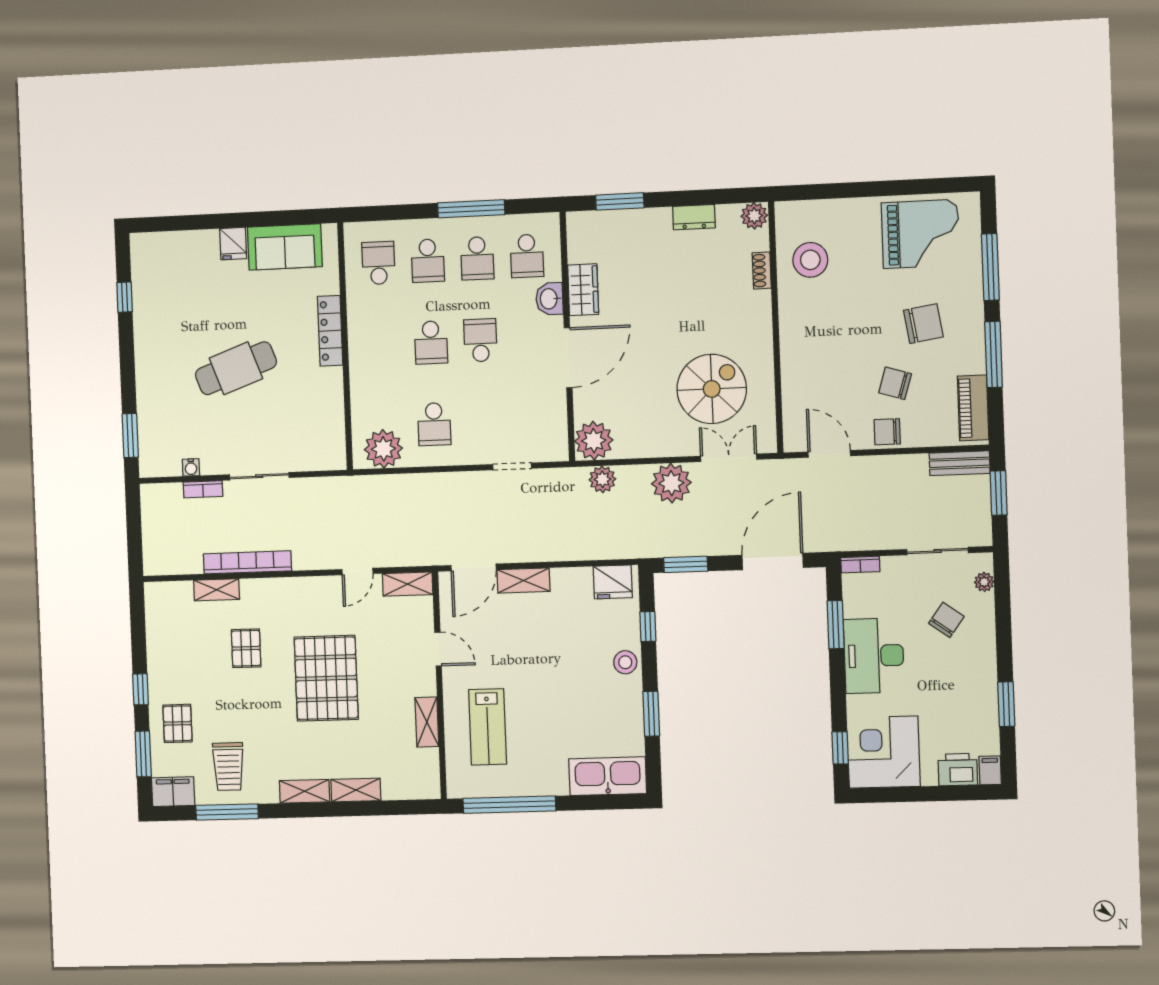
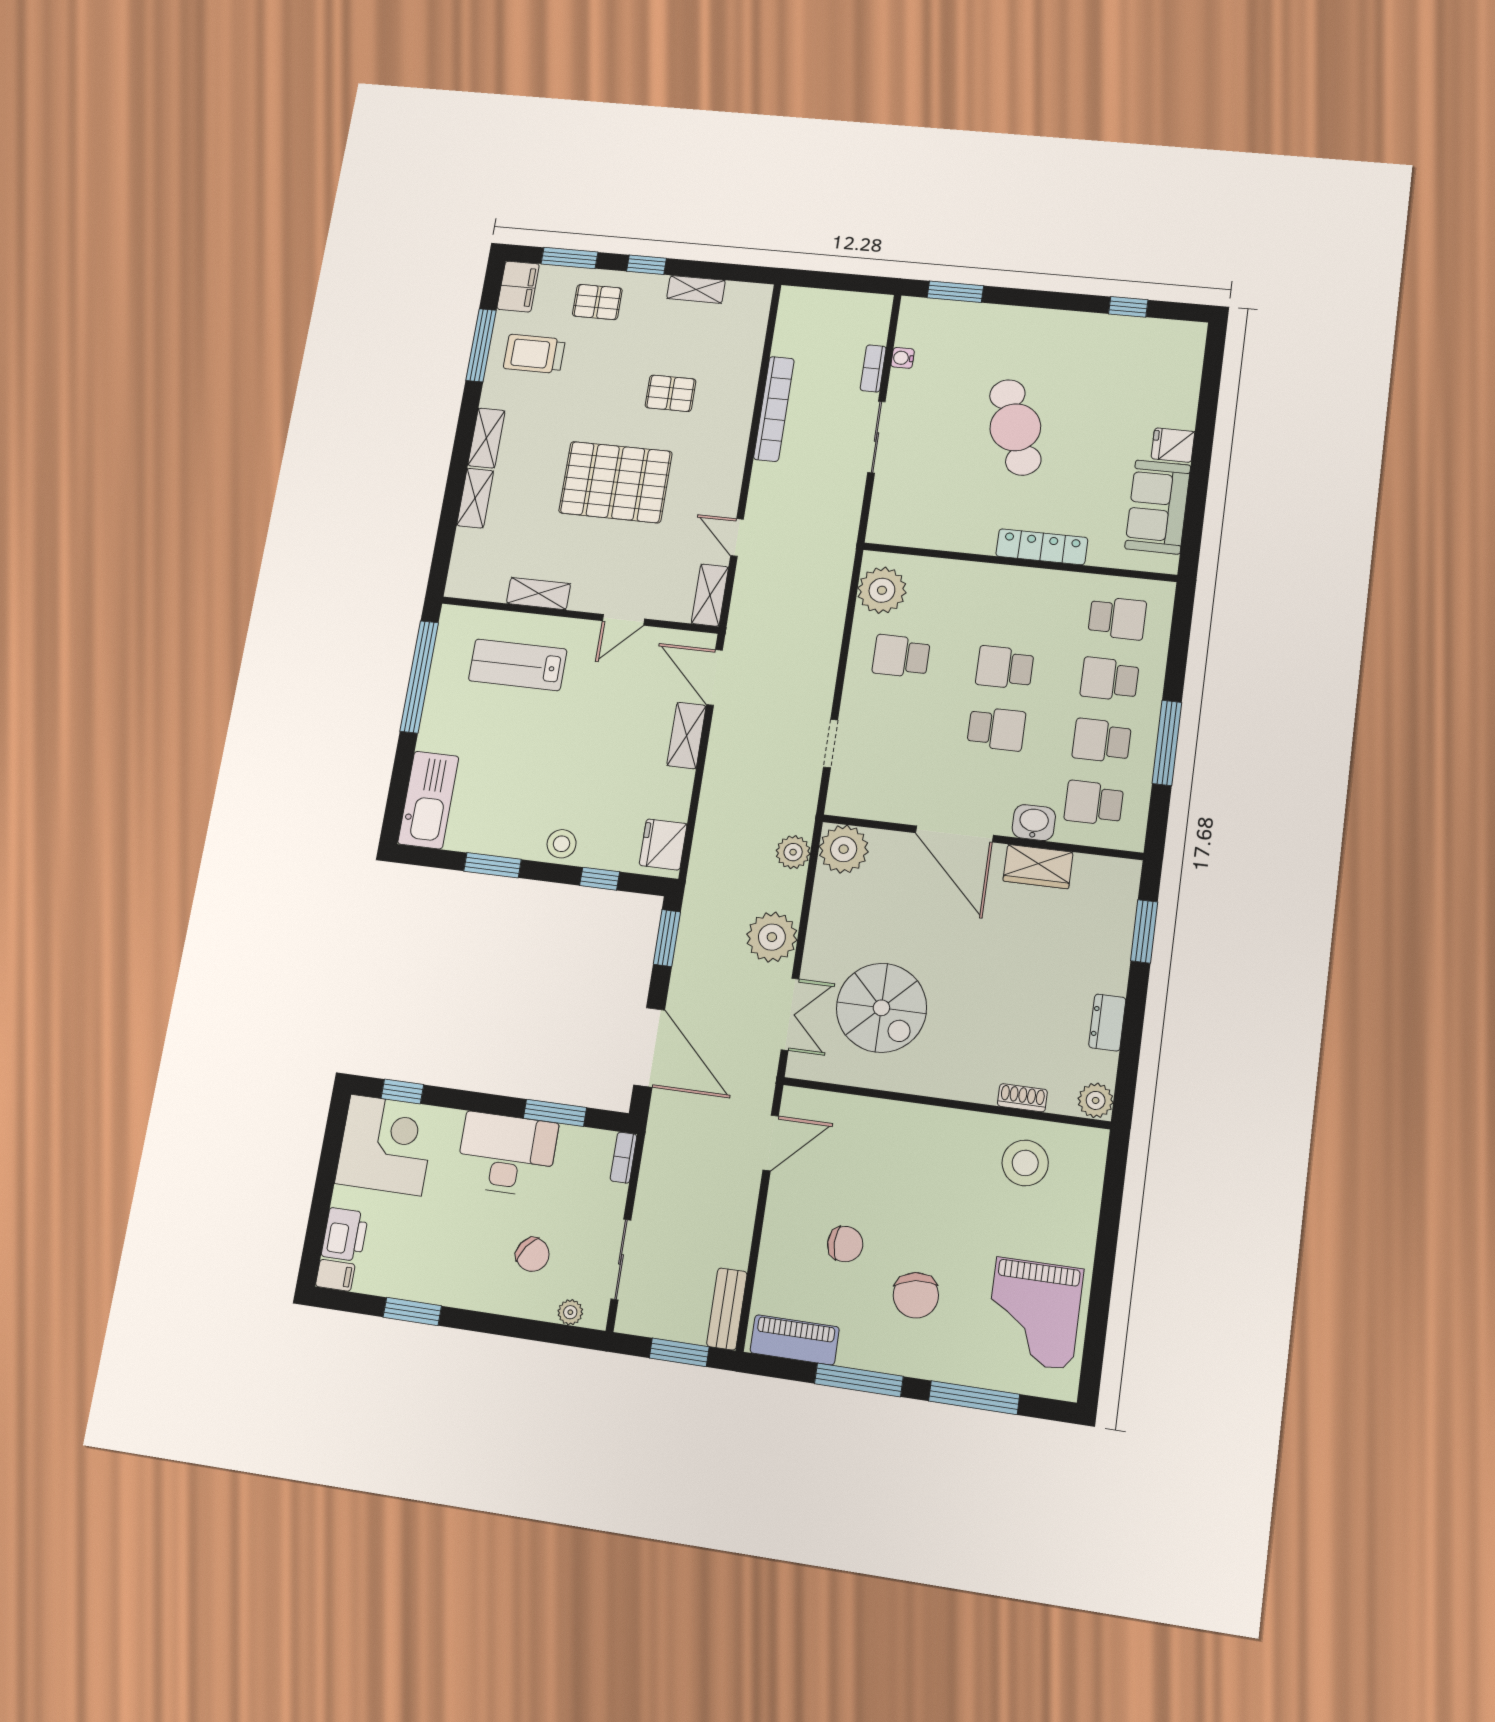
chair: (895, 383) -> (845, 1244), turned 73
chair: (887, 432) -> (785, 1223), removed
shelving: (217, 590) -> (696, 289), moved, turned 90

